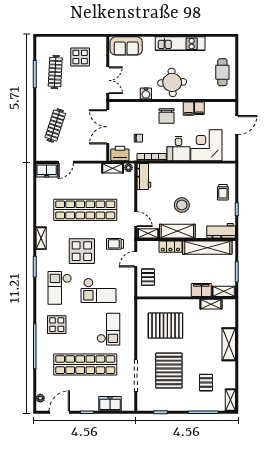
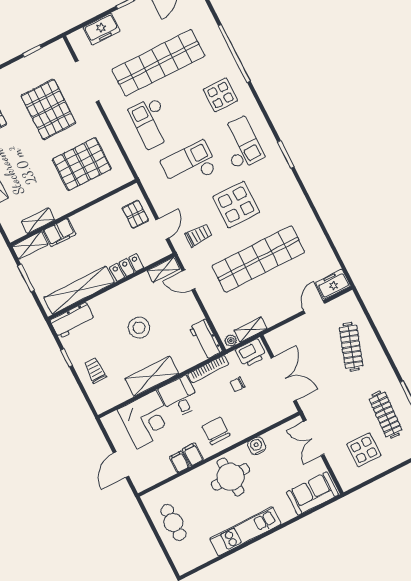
shelving: (177, 231) -> (152, 376), moved
shelving: (41, 238) -> (296, 195), removed

